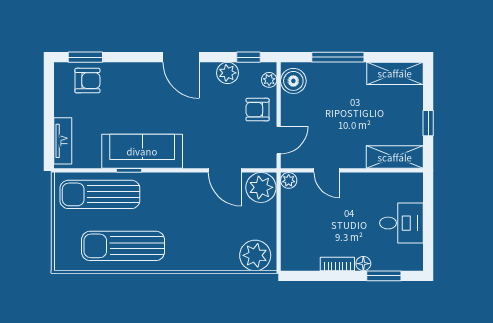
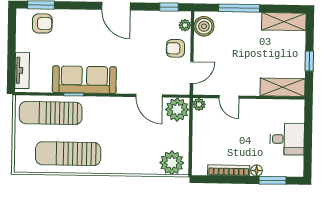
plant: (228, 73) -> (152, 19), removed
bookcase: (337, 264) -> (229, 170), width x1.56

